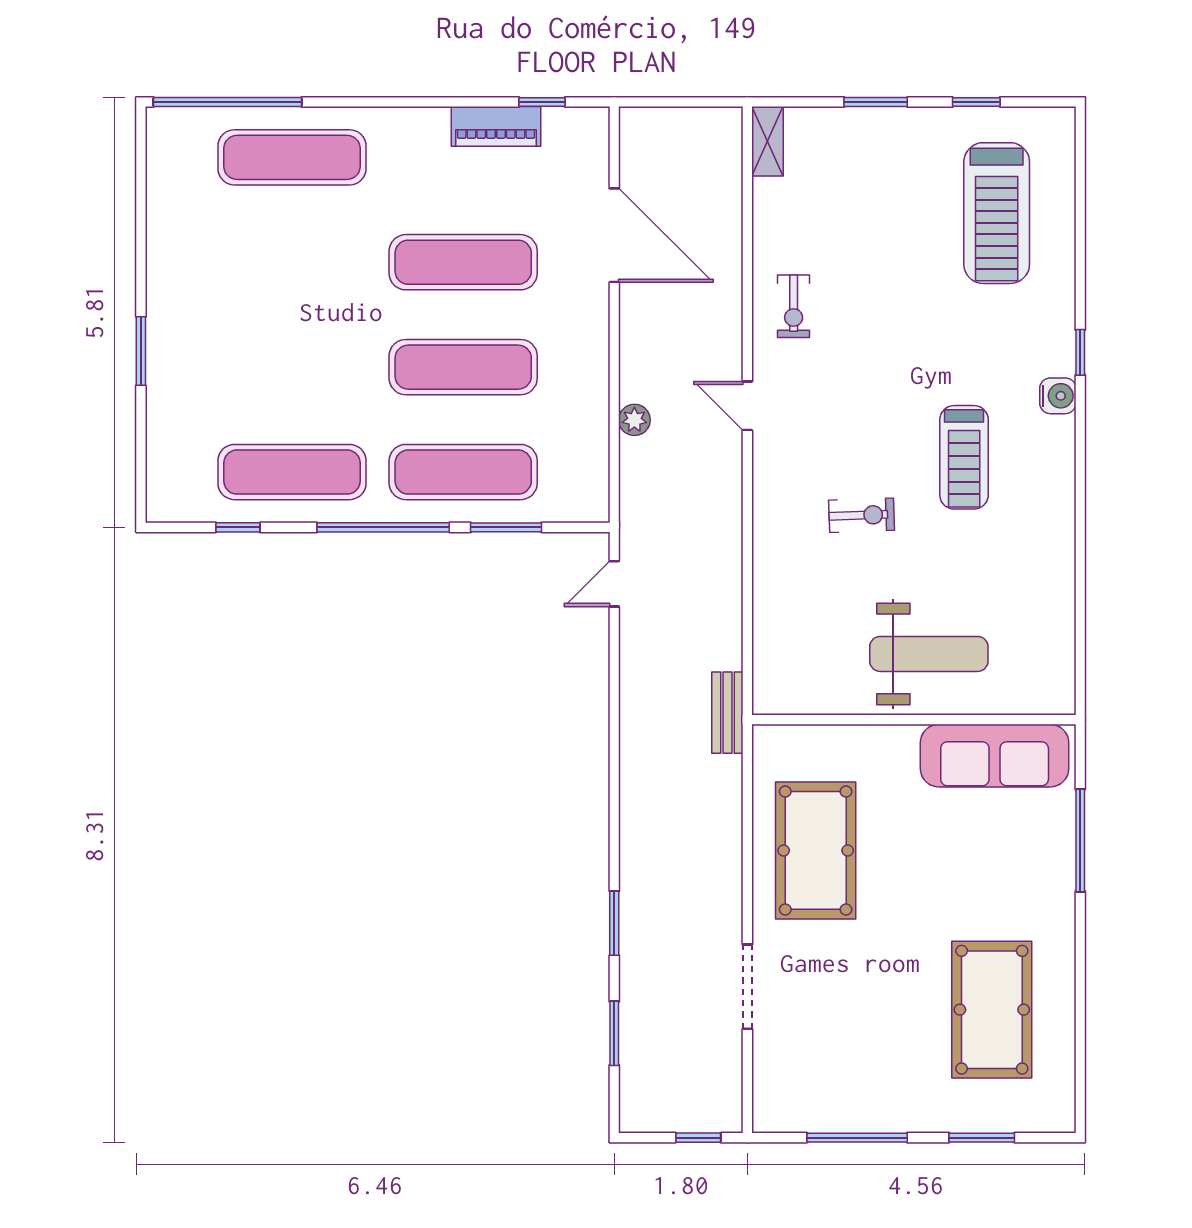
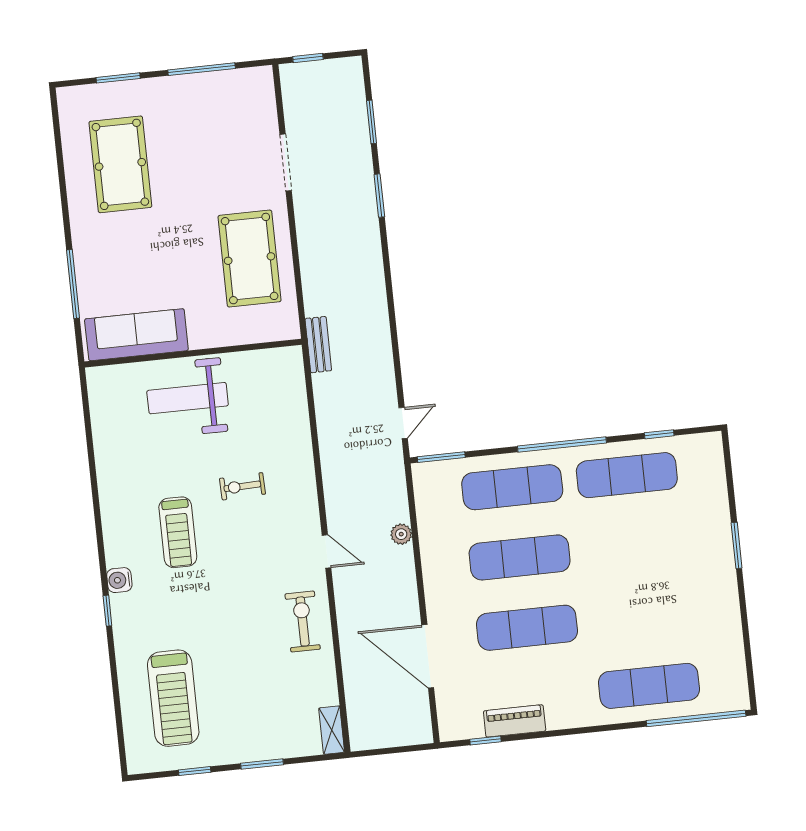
treadmill: (997, 213) -> (173, 698), turned 180
exercise bike: (794, 306) -> (303, 621), width x1.38, depth x1.39
treadmill: (964, 457) -> (178, 532), turned 180
window: (506, 527) -> (441, 457), moved

